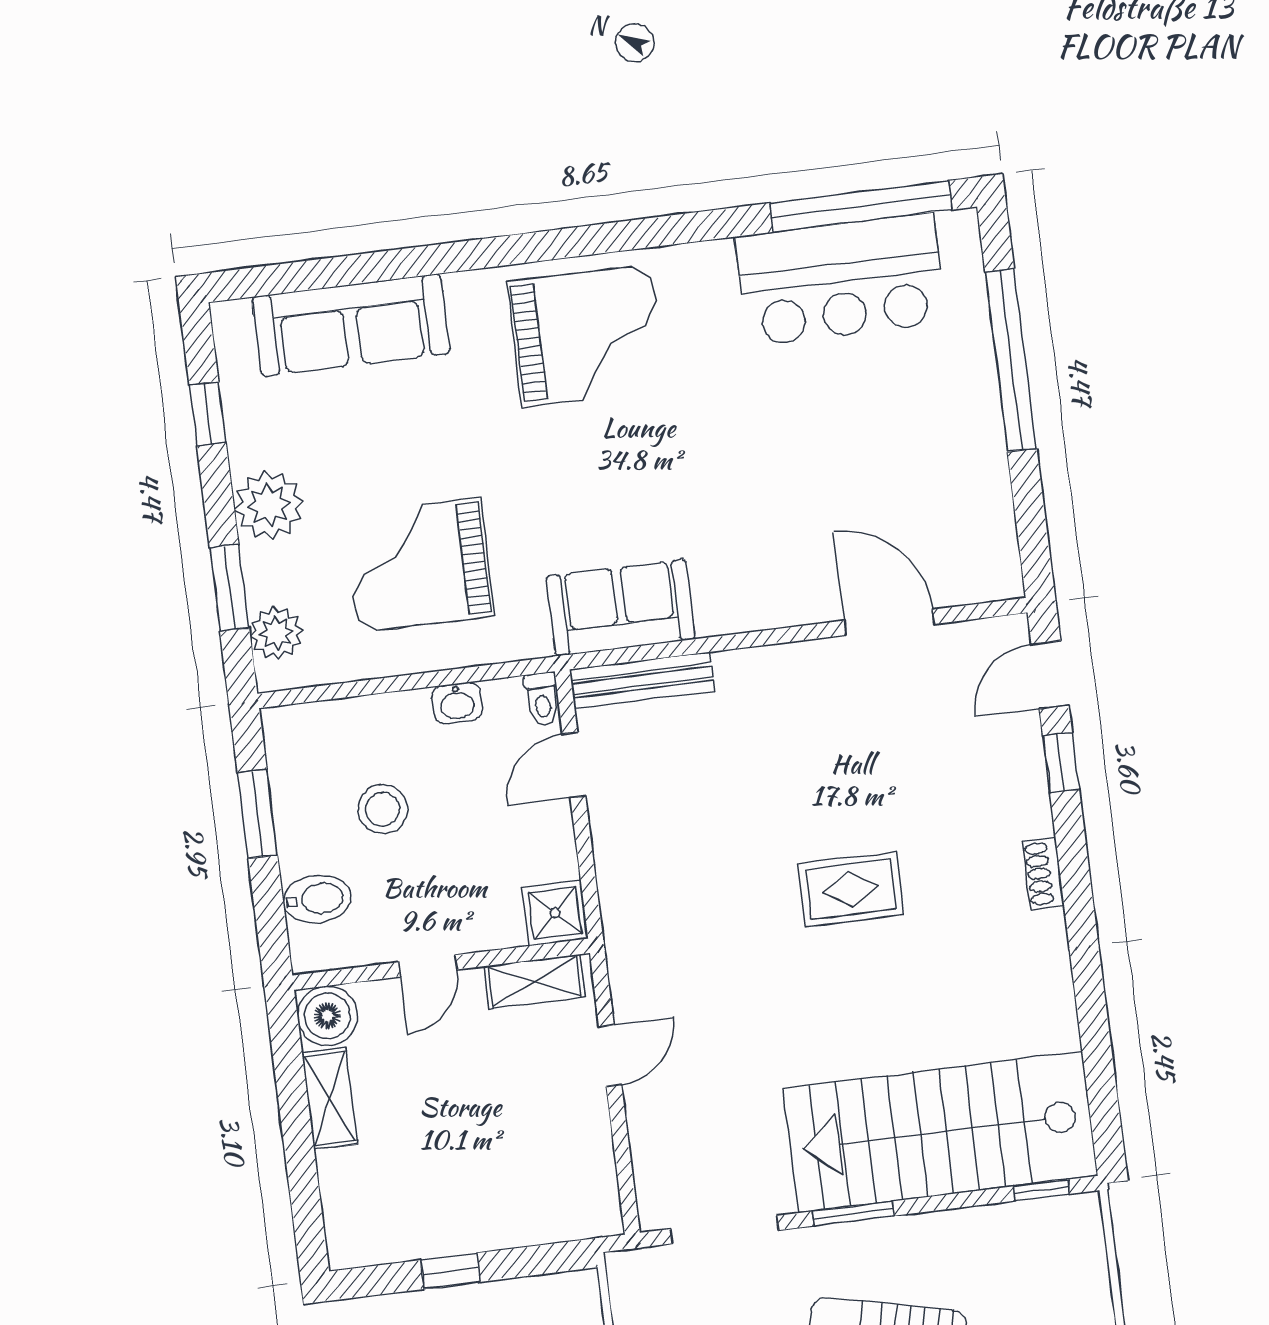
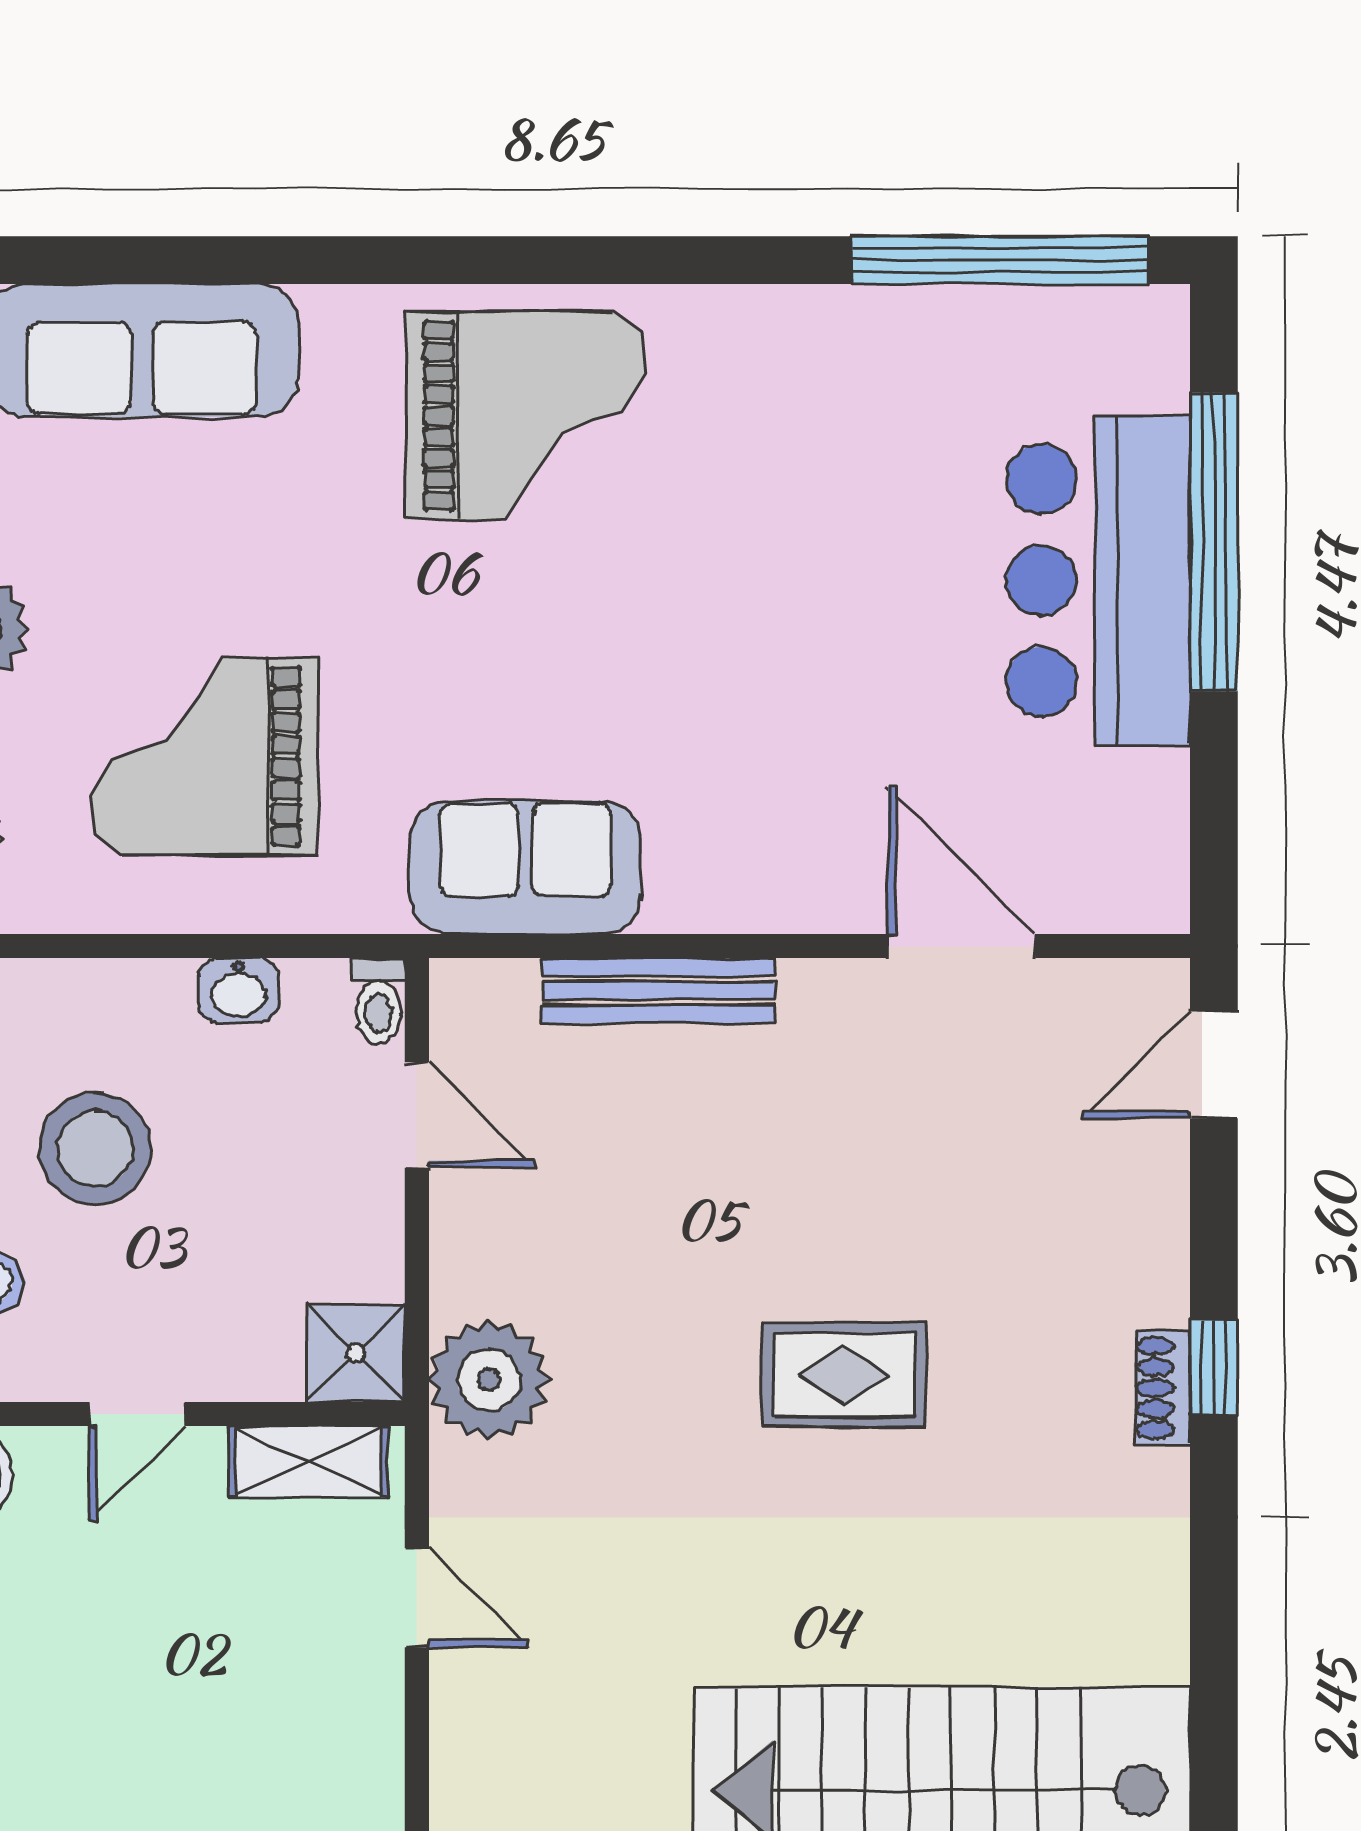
bar counter: (841, 280) -> (1098, 580), moved, turned 90
bench: (642, 680) -> (659, 991), moved
window: (1061, 763) -> (1214, 1368), moved
door: (574, 765) -> (417, 1115), swing flipped
stool: (383, 809) -> (95, 1149), width x1.38, depth x1.38
plant: (637, 919) -> (489, 1380), added
door: (610, 1056) -> (417, 1598), hinge flipped

